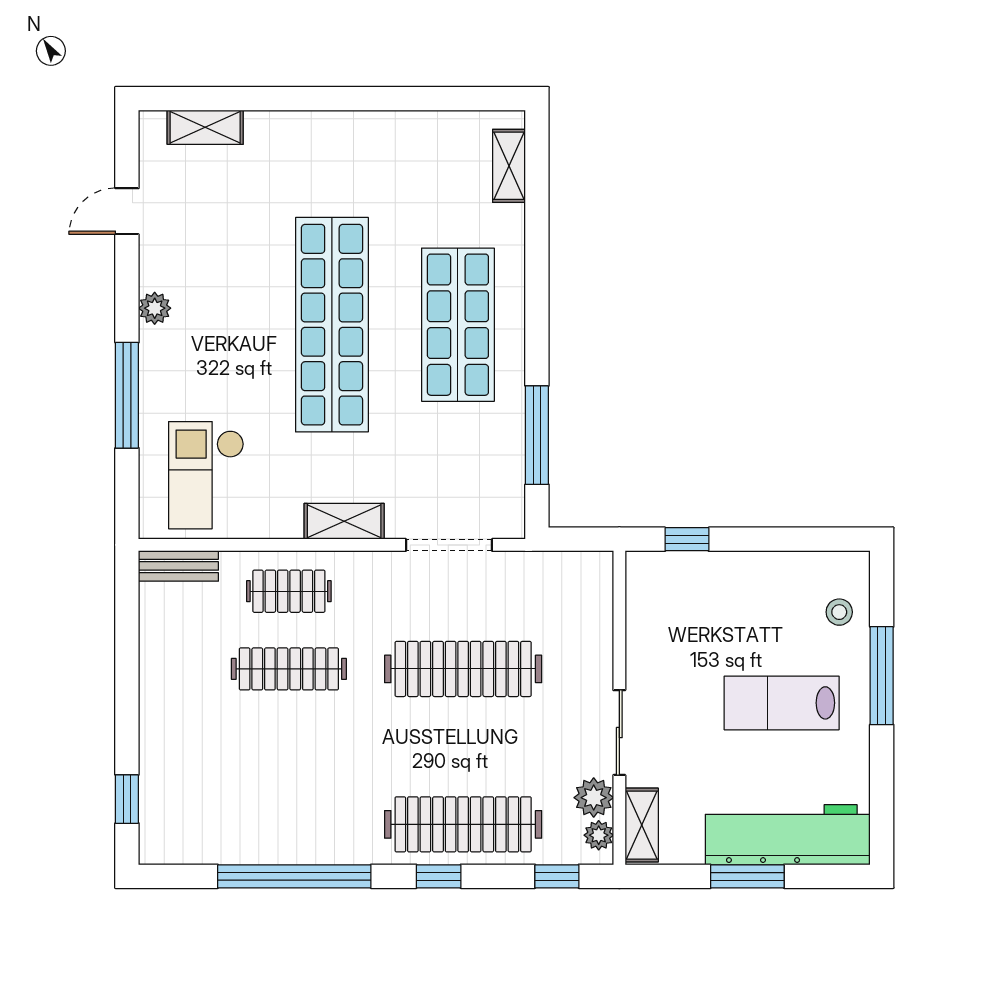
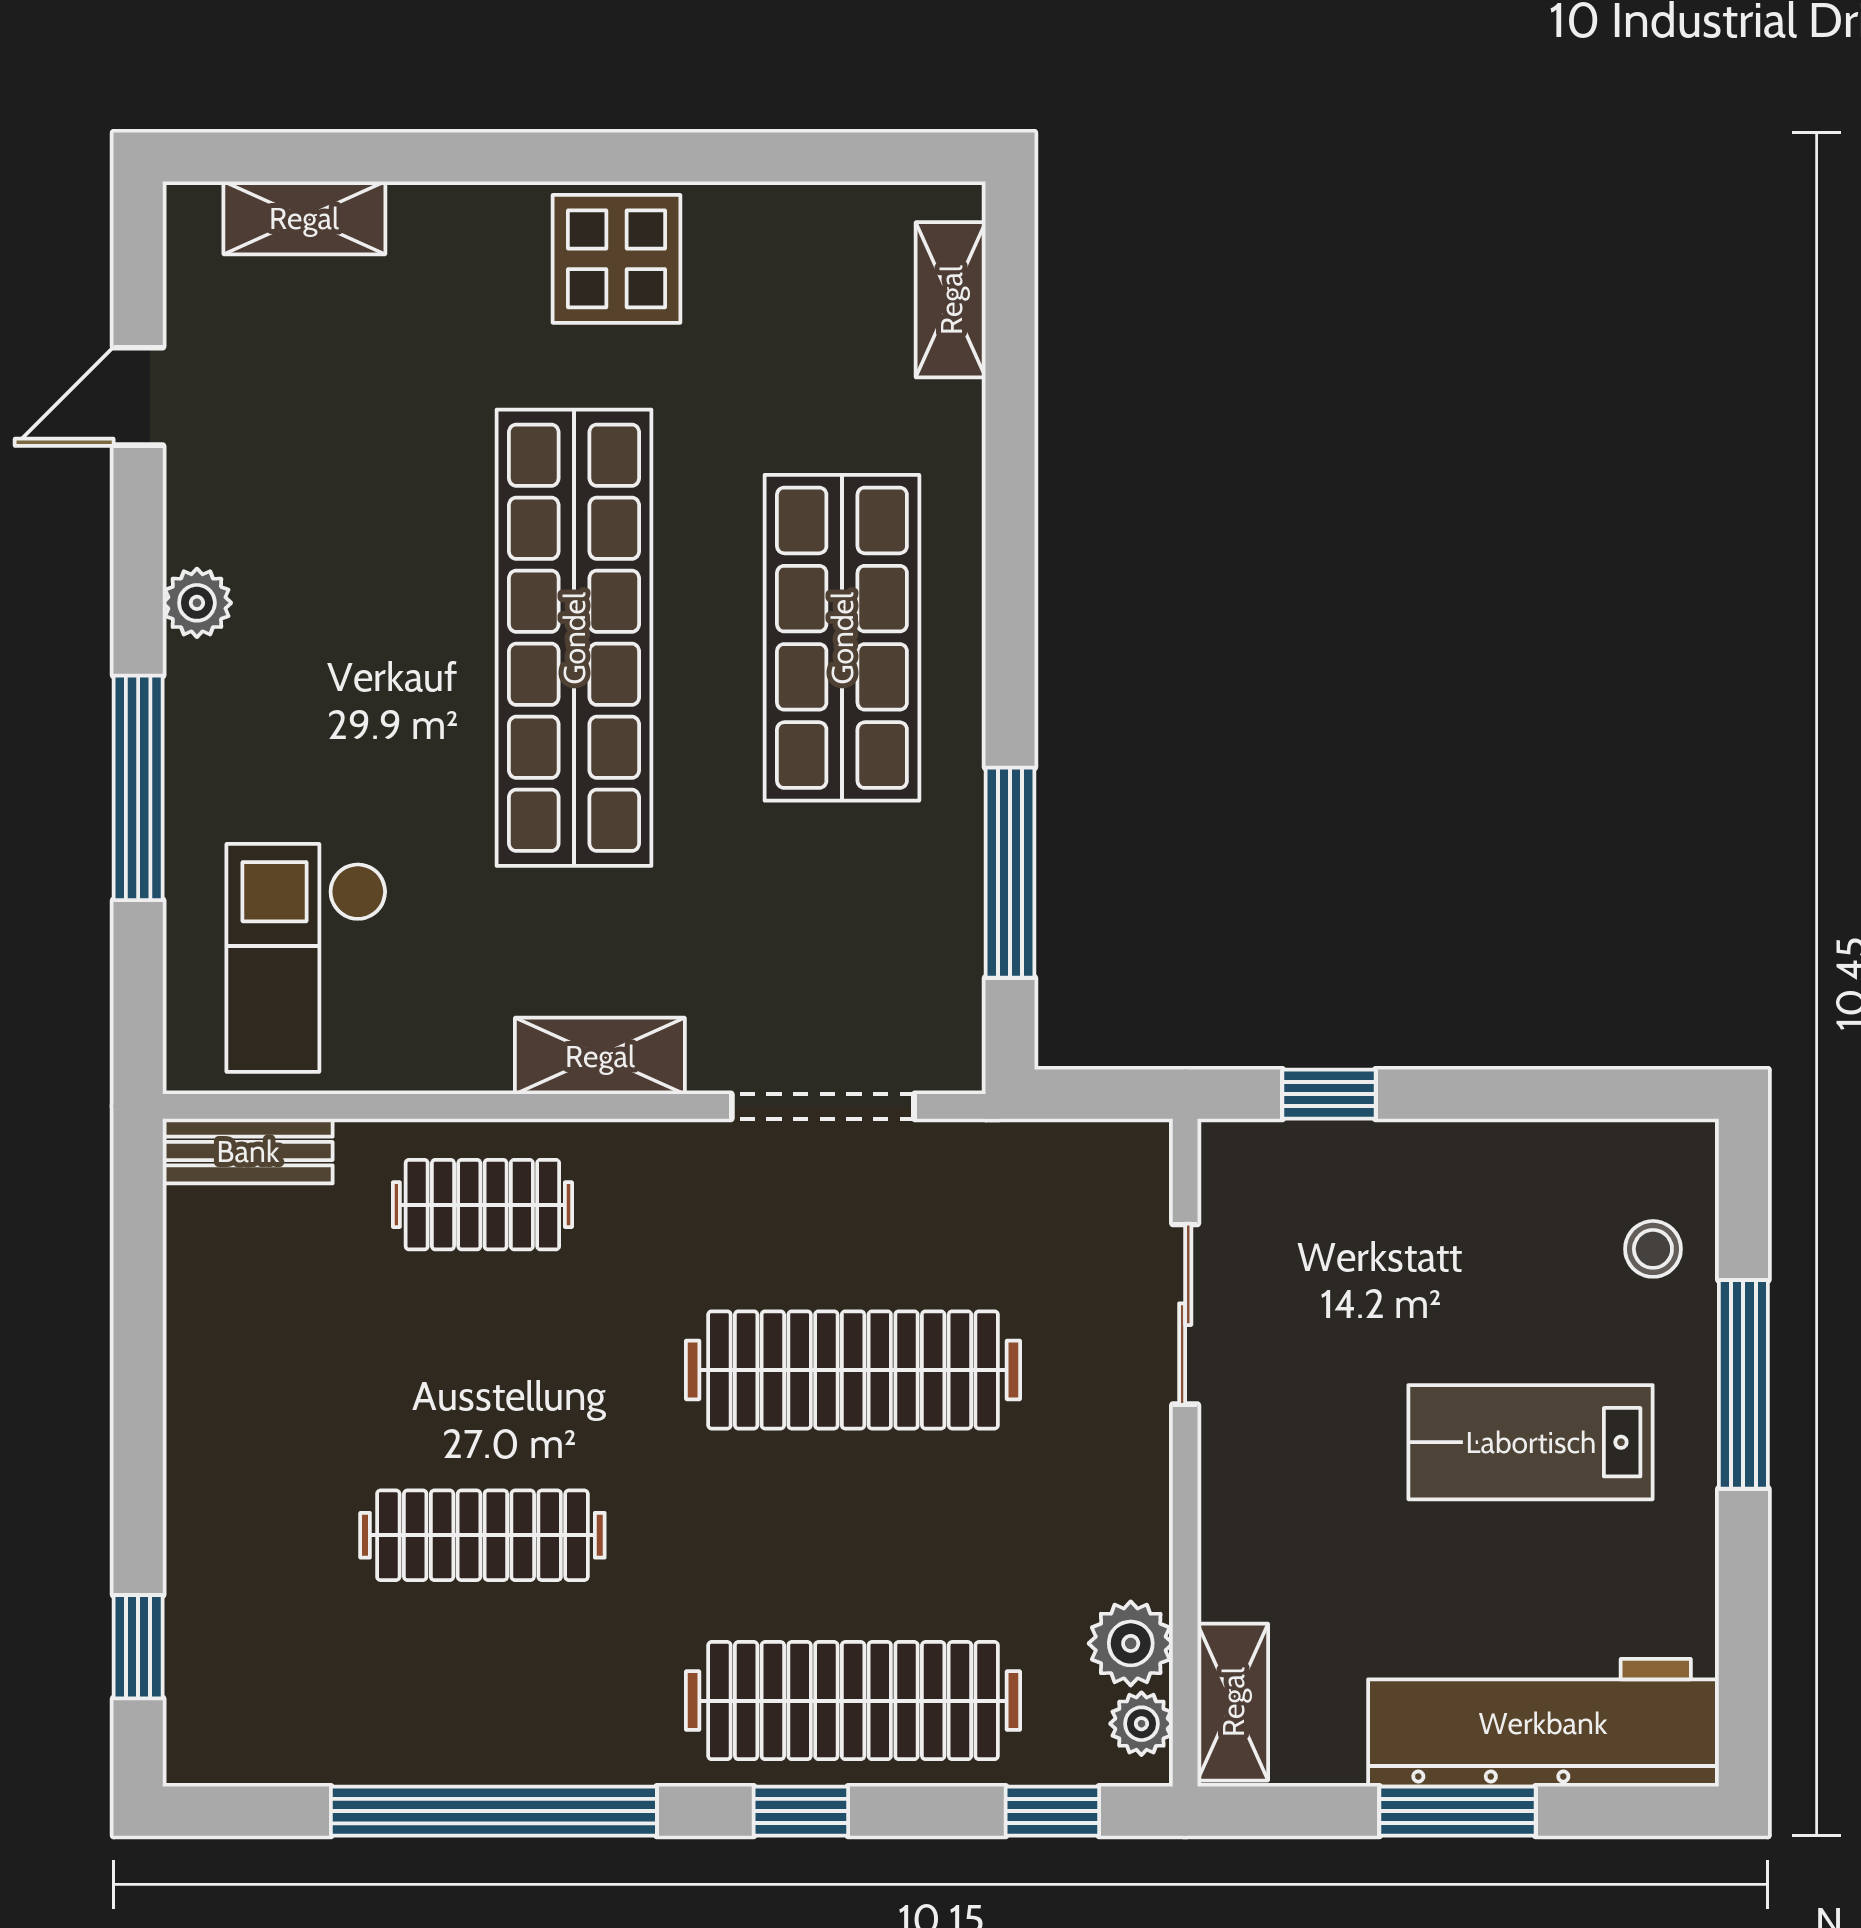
display table: (352, 147) -> (617, 259), added
clothes rail: (289, 669) -> (482, 1535), moved
sliding door: (619, 733) -> (1185, 1314), moved

